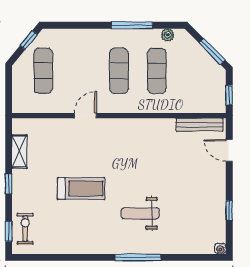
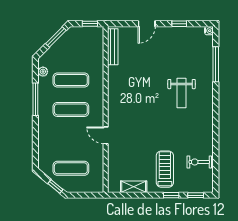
window: (29, 40) -> (55, 186), moved
door: (229, 150) -> (147, 24), moved
window: (9, 184) -> (171, 195), moved
treadmill: (81, 189) -> (165, 169), moved
exercise bike: (25, 229) -> (199, 162), moved
window: (138, 257) -> (216, 64), moved

